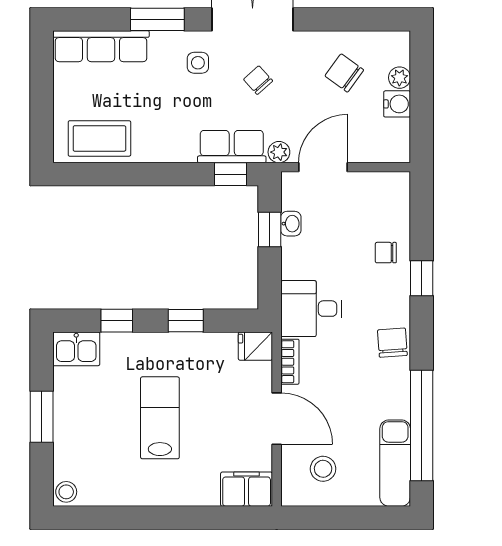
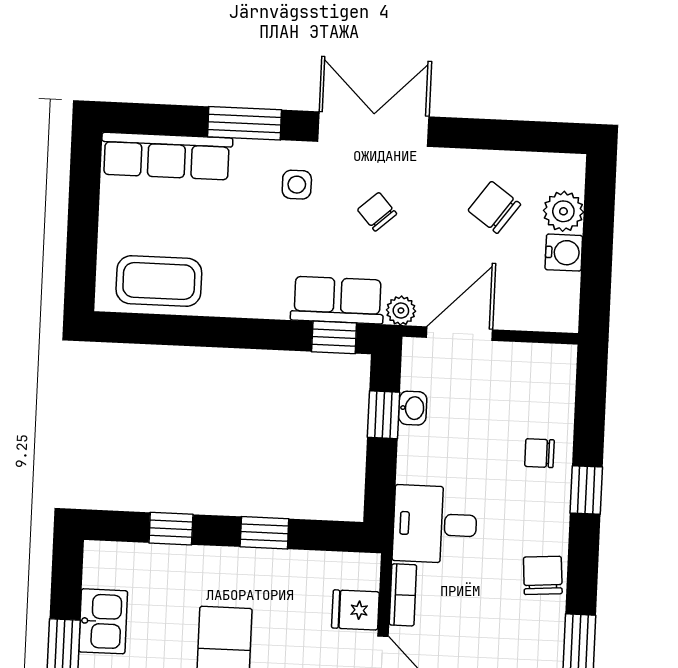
plant: (399, 78) -> (563, 211), width x1.38, depth x1.38
fridge: (255, 346) -> (355, 610), moved
kitchen sink: (76, 349) -> (103, 621), moved, turned -90

